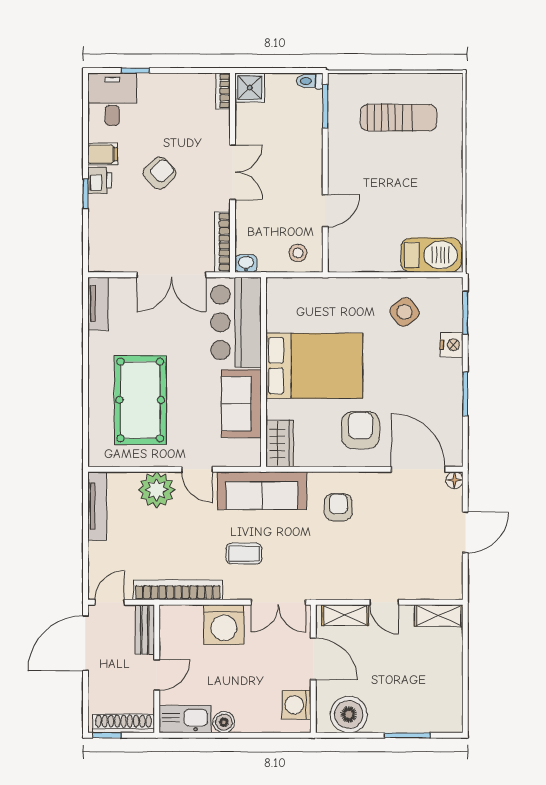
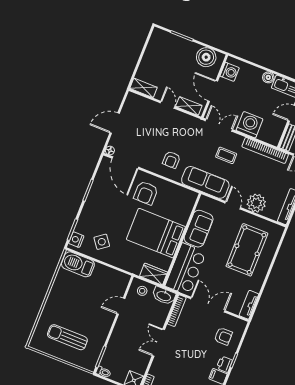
armchair: (159, 173) -> (223, 336), moved, turned -138
washbasin: (246, 263) -> (164, 296), width x1.91, depth x1.45
nightstand: (452, 345) -> (76, 240), moved
wardrobe: (280, 443) -> (154, 274), moved, turned 90

